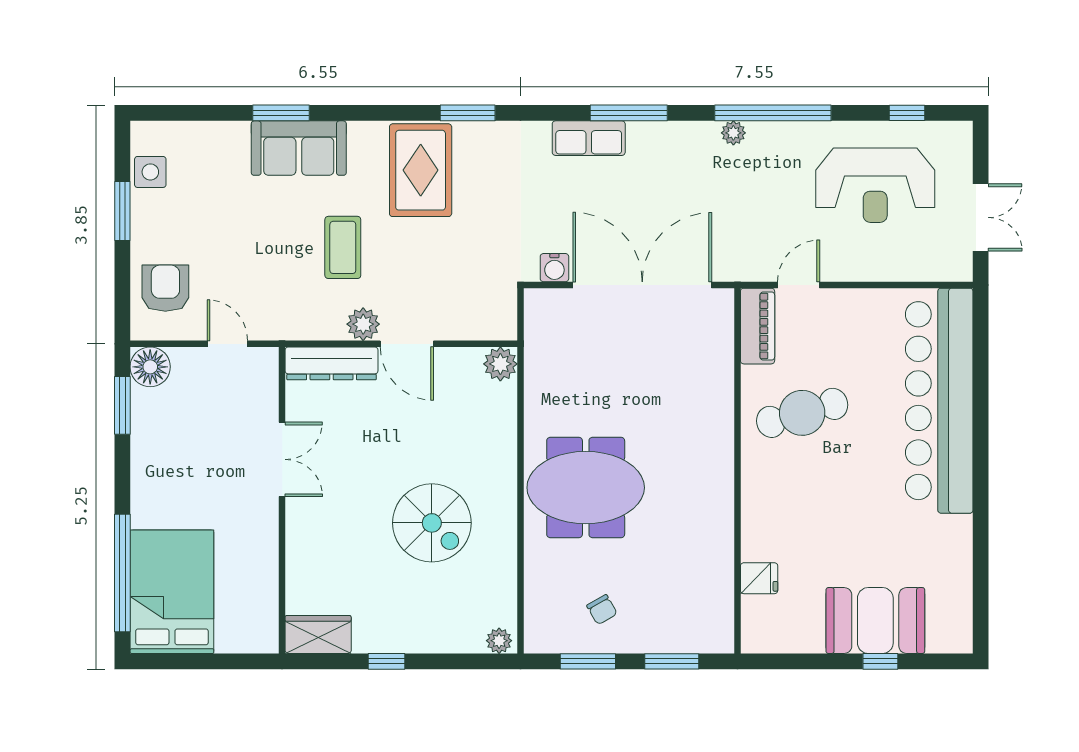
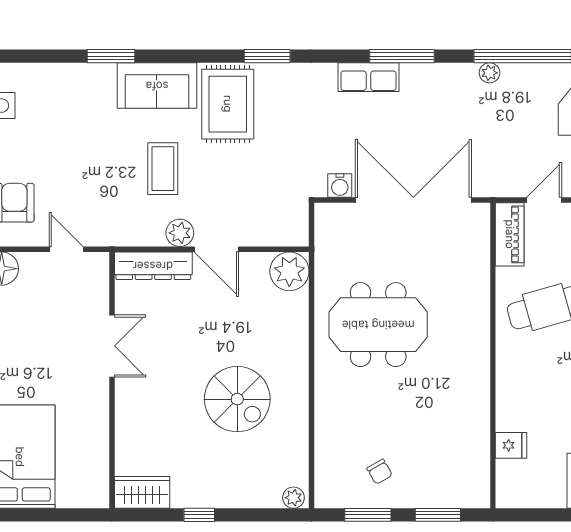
sofa: (299, 148) -> (157, 86), moved
plant: (500, 364) -> (289, 271), width x1.36, depth x1.36
meeting table: (586, 488) -> (378, 325), moved

